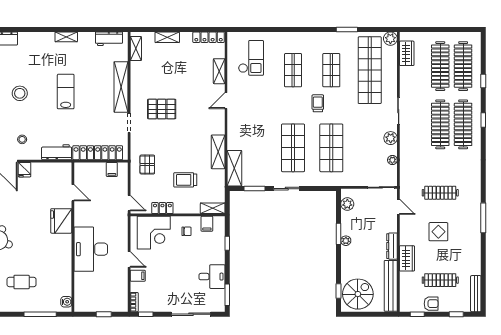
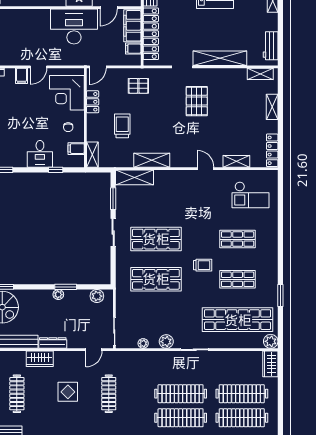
wardrobe: (407, 53) -> (270, 364), moved, turned 90
filing cabinet: (90, 170) -> (132, 26), added
desk: (91, 249) -> (74, 27), moved
desk: (212, 277) -> (40, 154), moved

